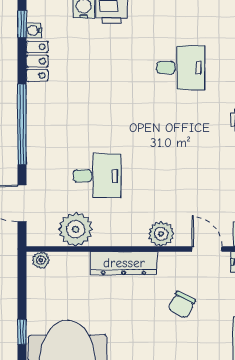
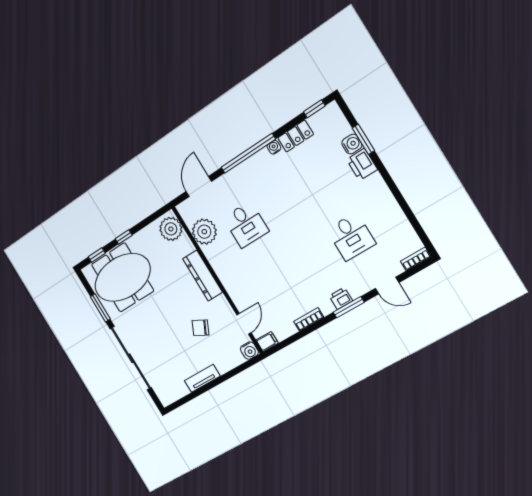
water cooler: (34, 31) -> (274, 147), moved
plant: (161, 234) -> (235, 289), removed
plant: (41, 260) -> (171, 229), width x1.88, depth x1.88

